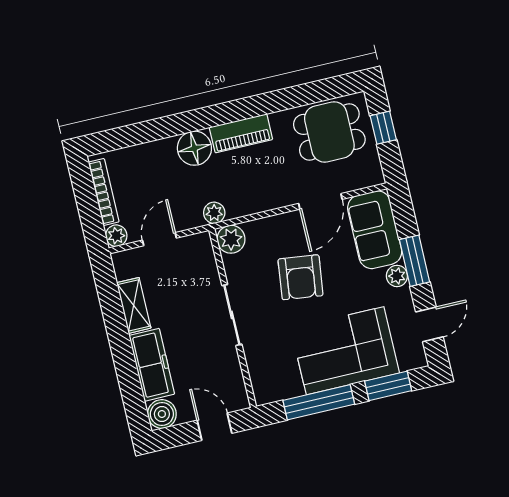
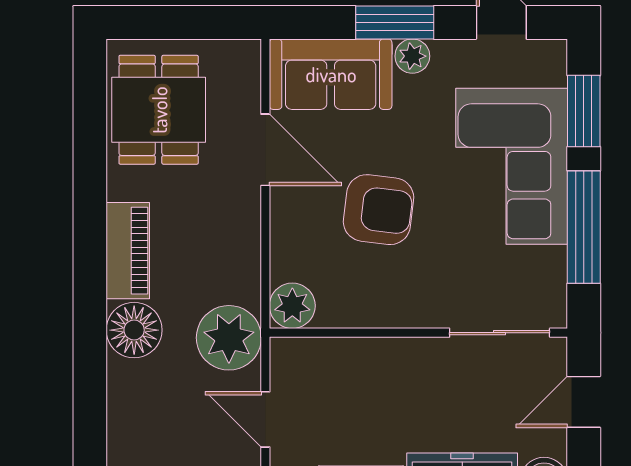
window: (383, 128) -> (172, 22), removed
plant: (214, 213) -> (229, 338), width x1.87, depth x1.87
sliding door: (232, 315) -> (500, 333), moved

